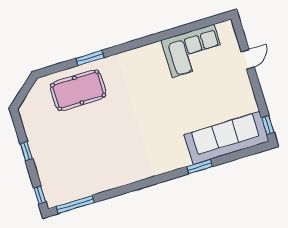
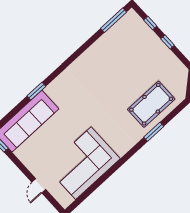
corner sofa: (193, 51) -> (83, 163), width x1.36, depth x1.36
window: (40, 195) -> (150, 23), moved

